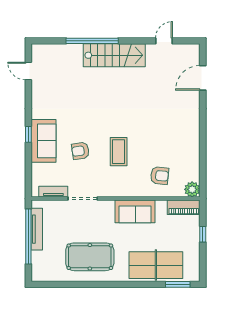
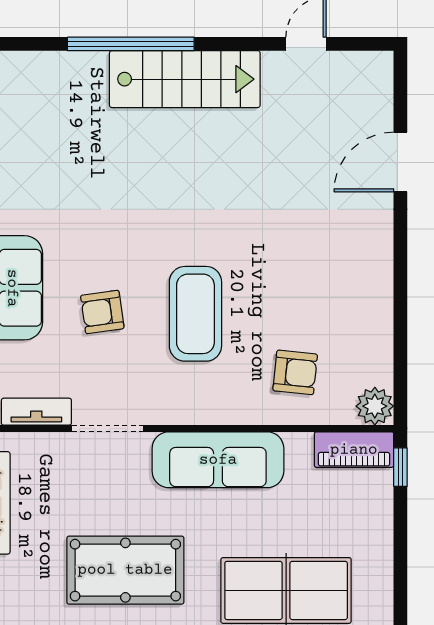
door: (203, 78) -> (400, 162), moved
coffee table: (119, 152) -> (195, 314), width x1.36, depth x1.32
sofa: (135, 211) -> (218, 460), width x1.36
window: (203, 234) -> (400, 467), moved

